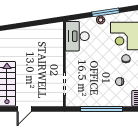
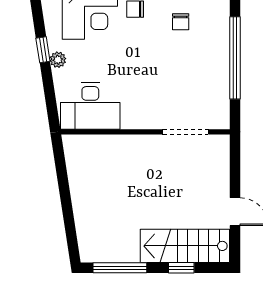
window: (106, 12) -> (43, 50), width x0.46

